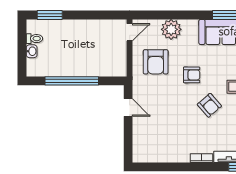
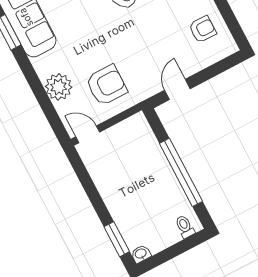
toilet: (34, 39) -> (185, 227), moved
washbasin: (32, 51) -> (141, 254), moved
armchair: (192, 75) -> (203, 29), moved, turned 90

